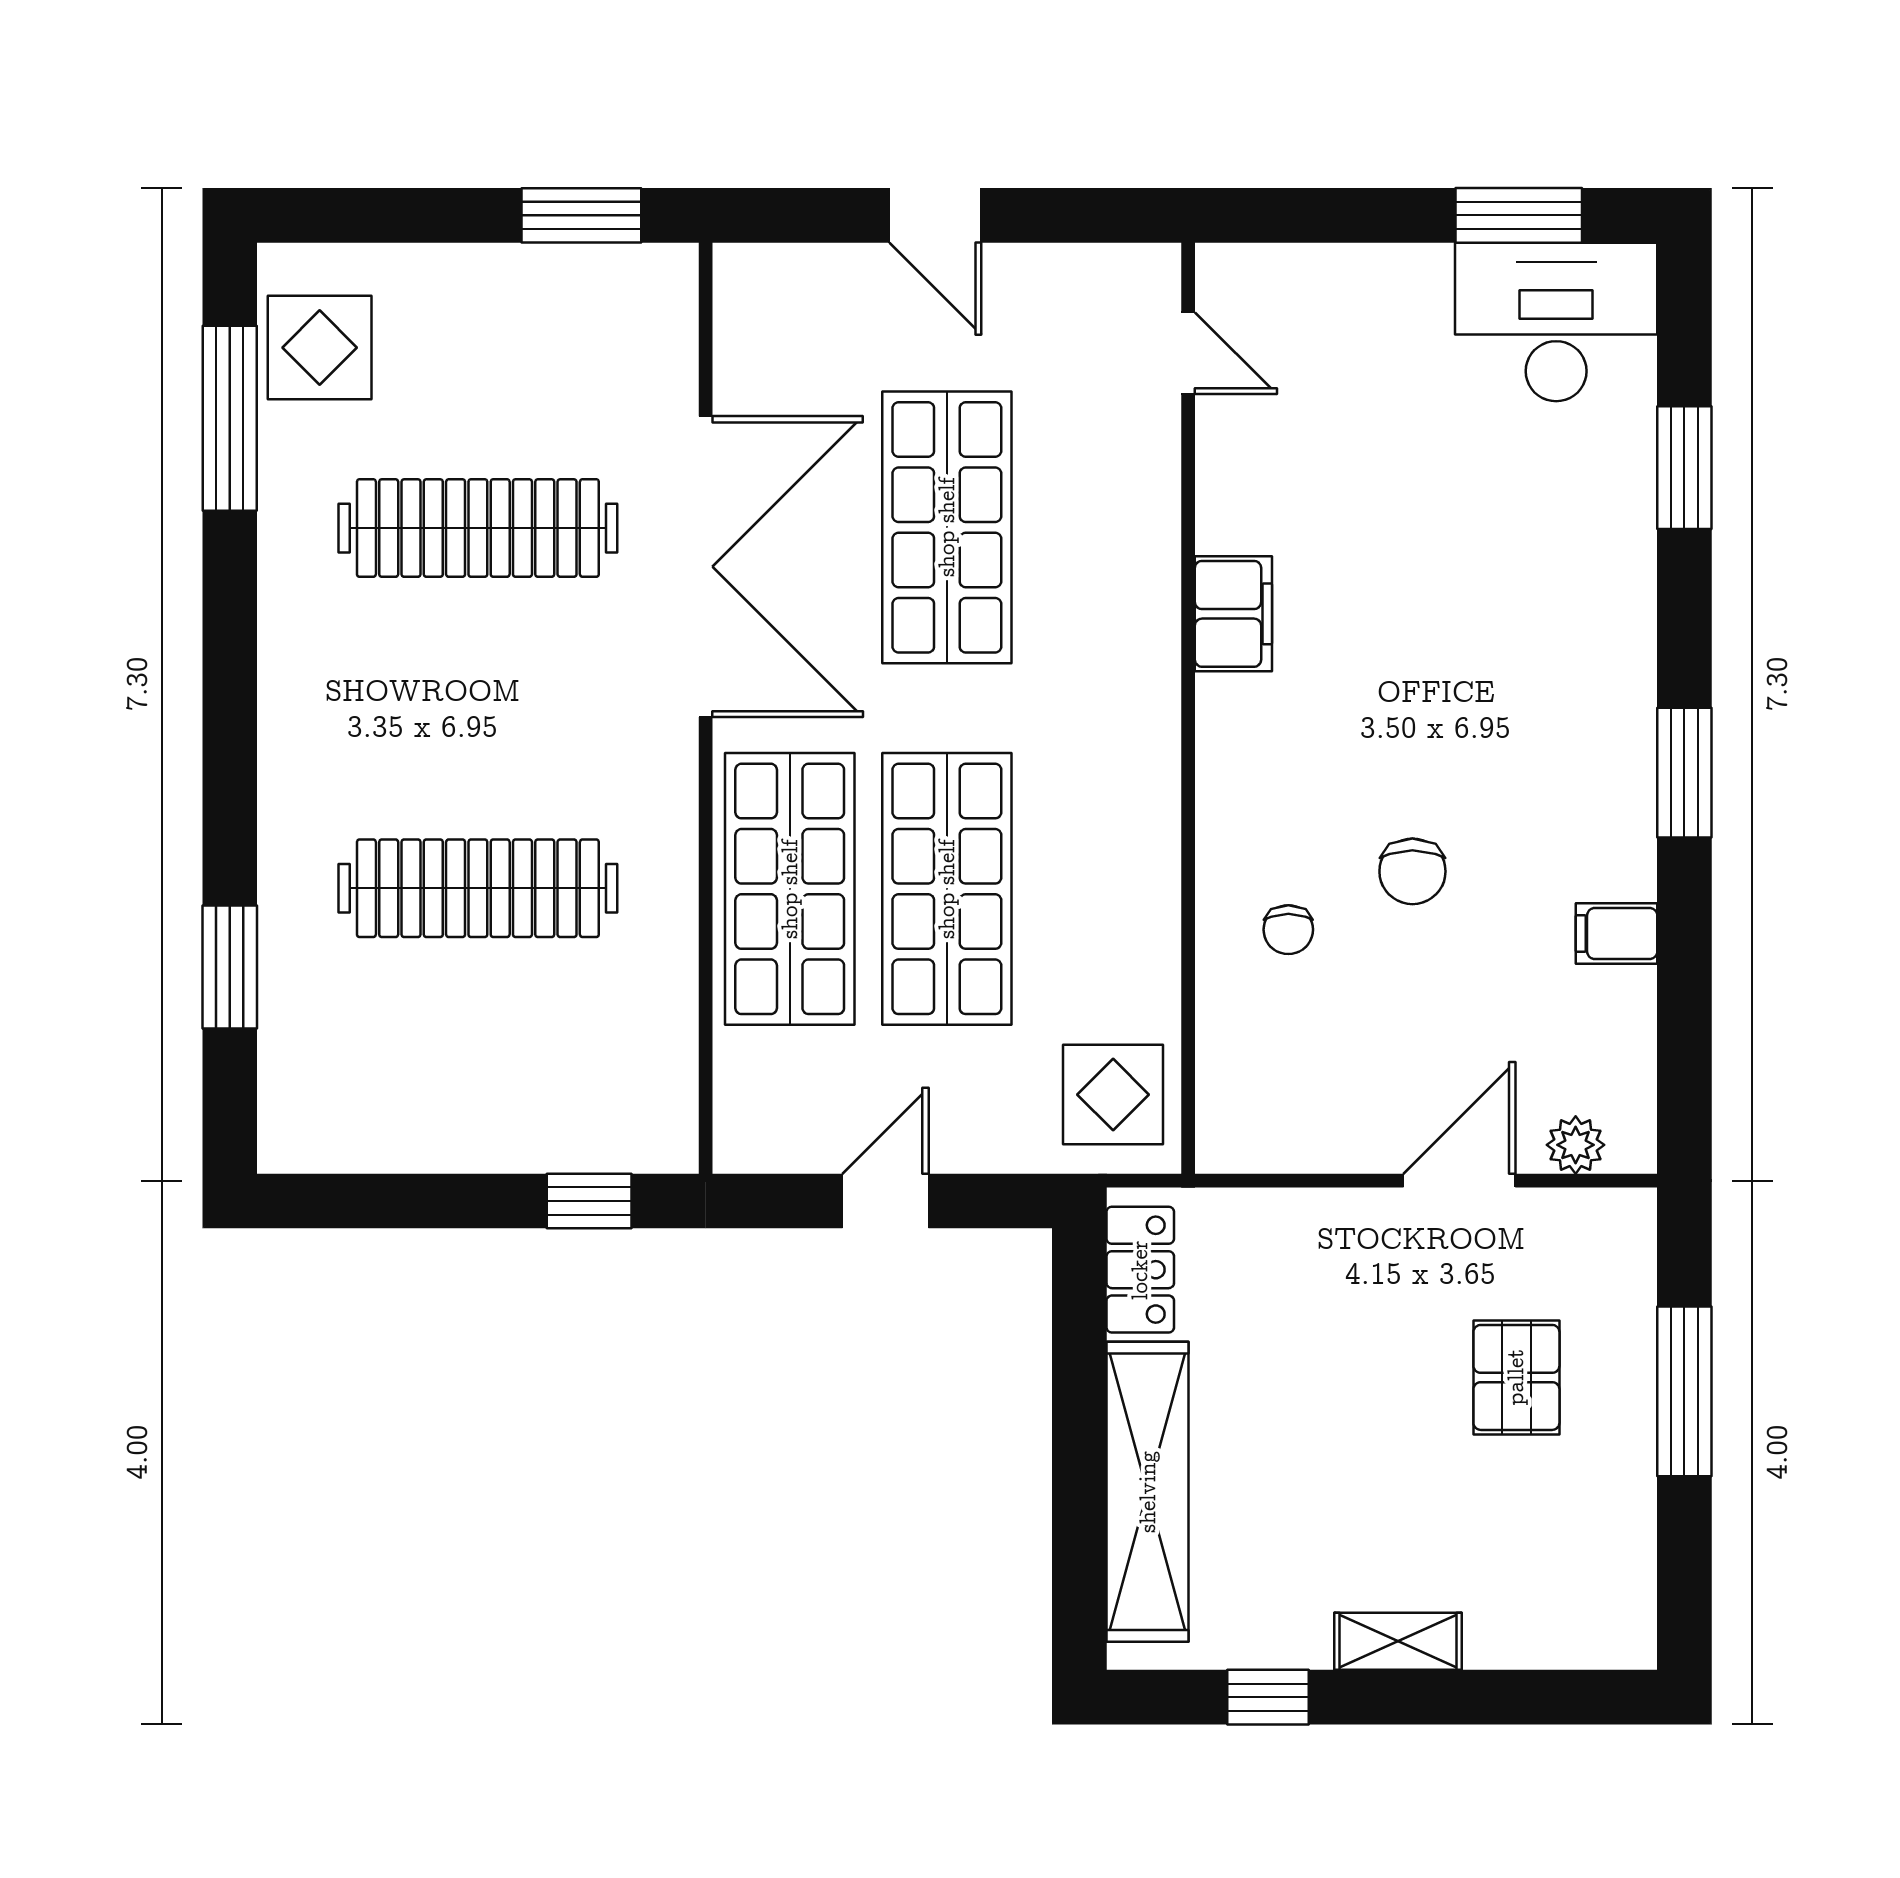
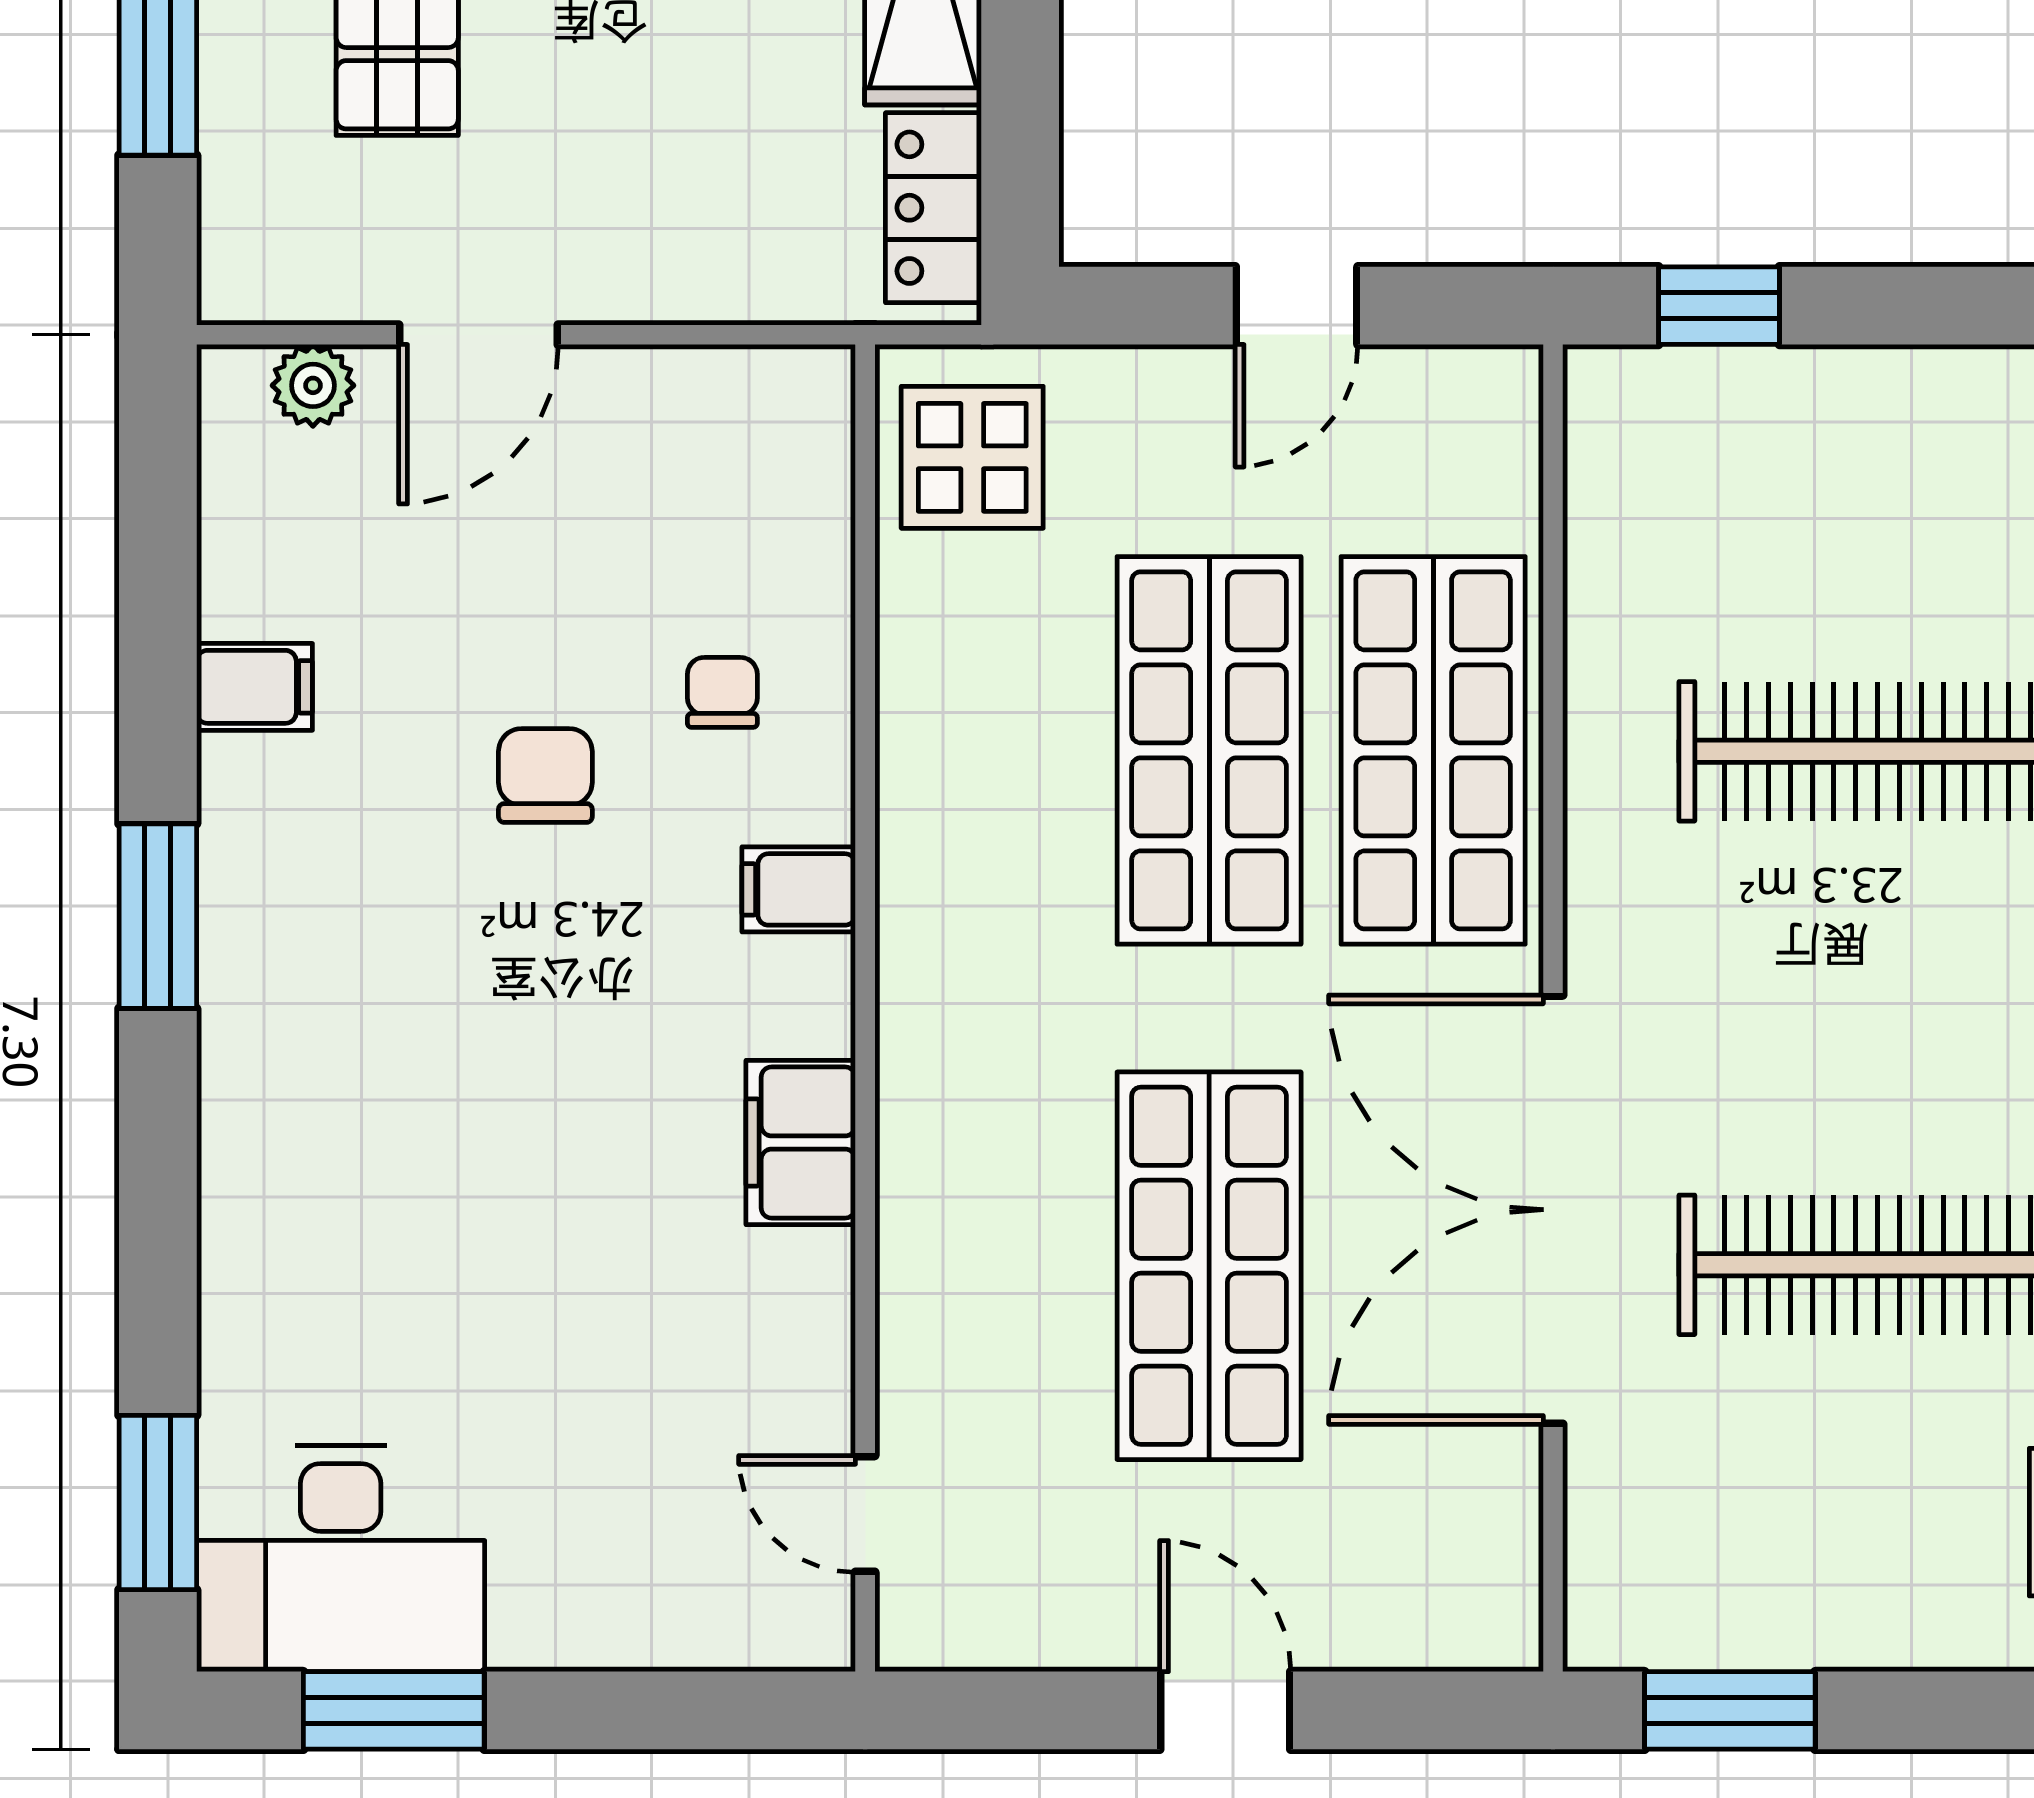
window: (1684, 468) -> (158, 1502), moved
filing cabinet: (1235, 791) -> (799, 889), added

